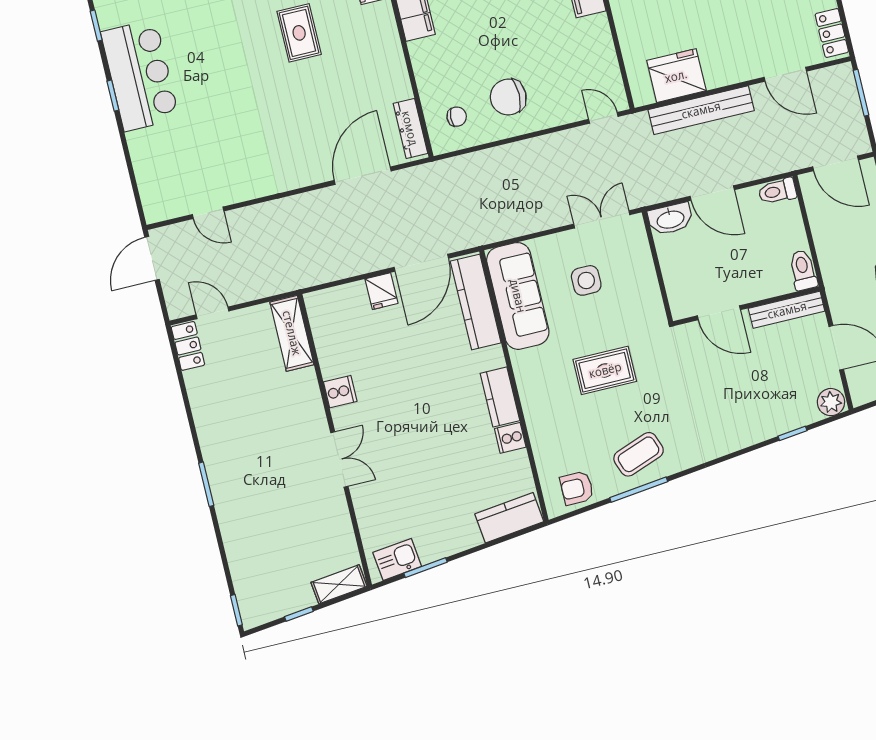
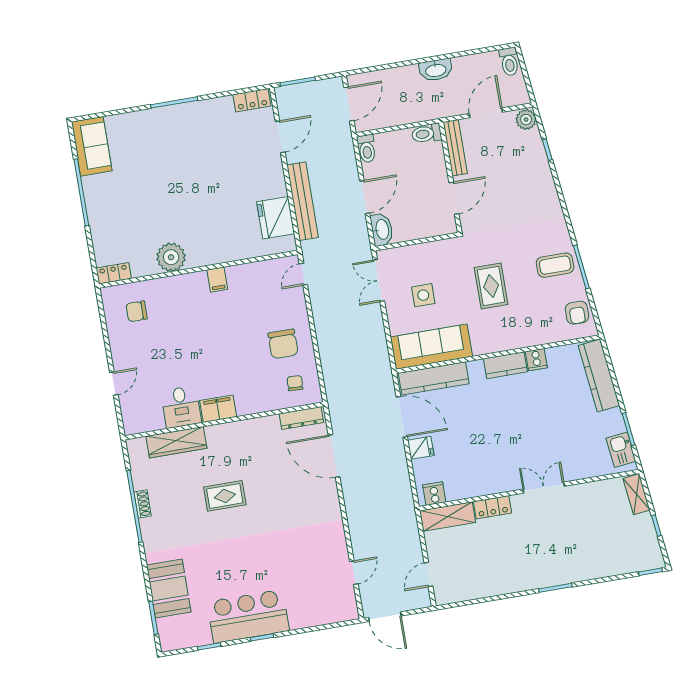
locker: (188, 346) -> (493, 507), moved, turned 180
cooker: (340, 392) -> (434, 494), moved
coffee table: (639, 454) -> (555, 265), turned -70
kitchen counter: (509, 518) -> (599, 376), width x1.50

